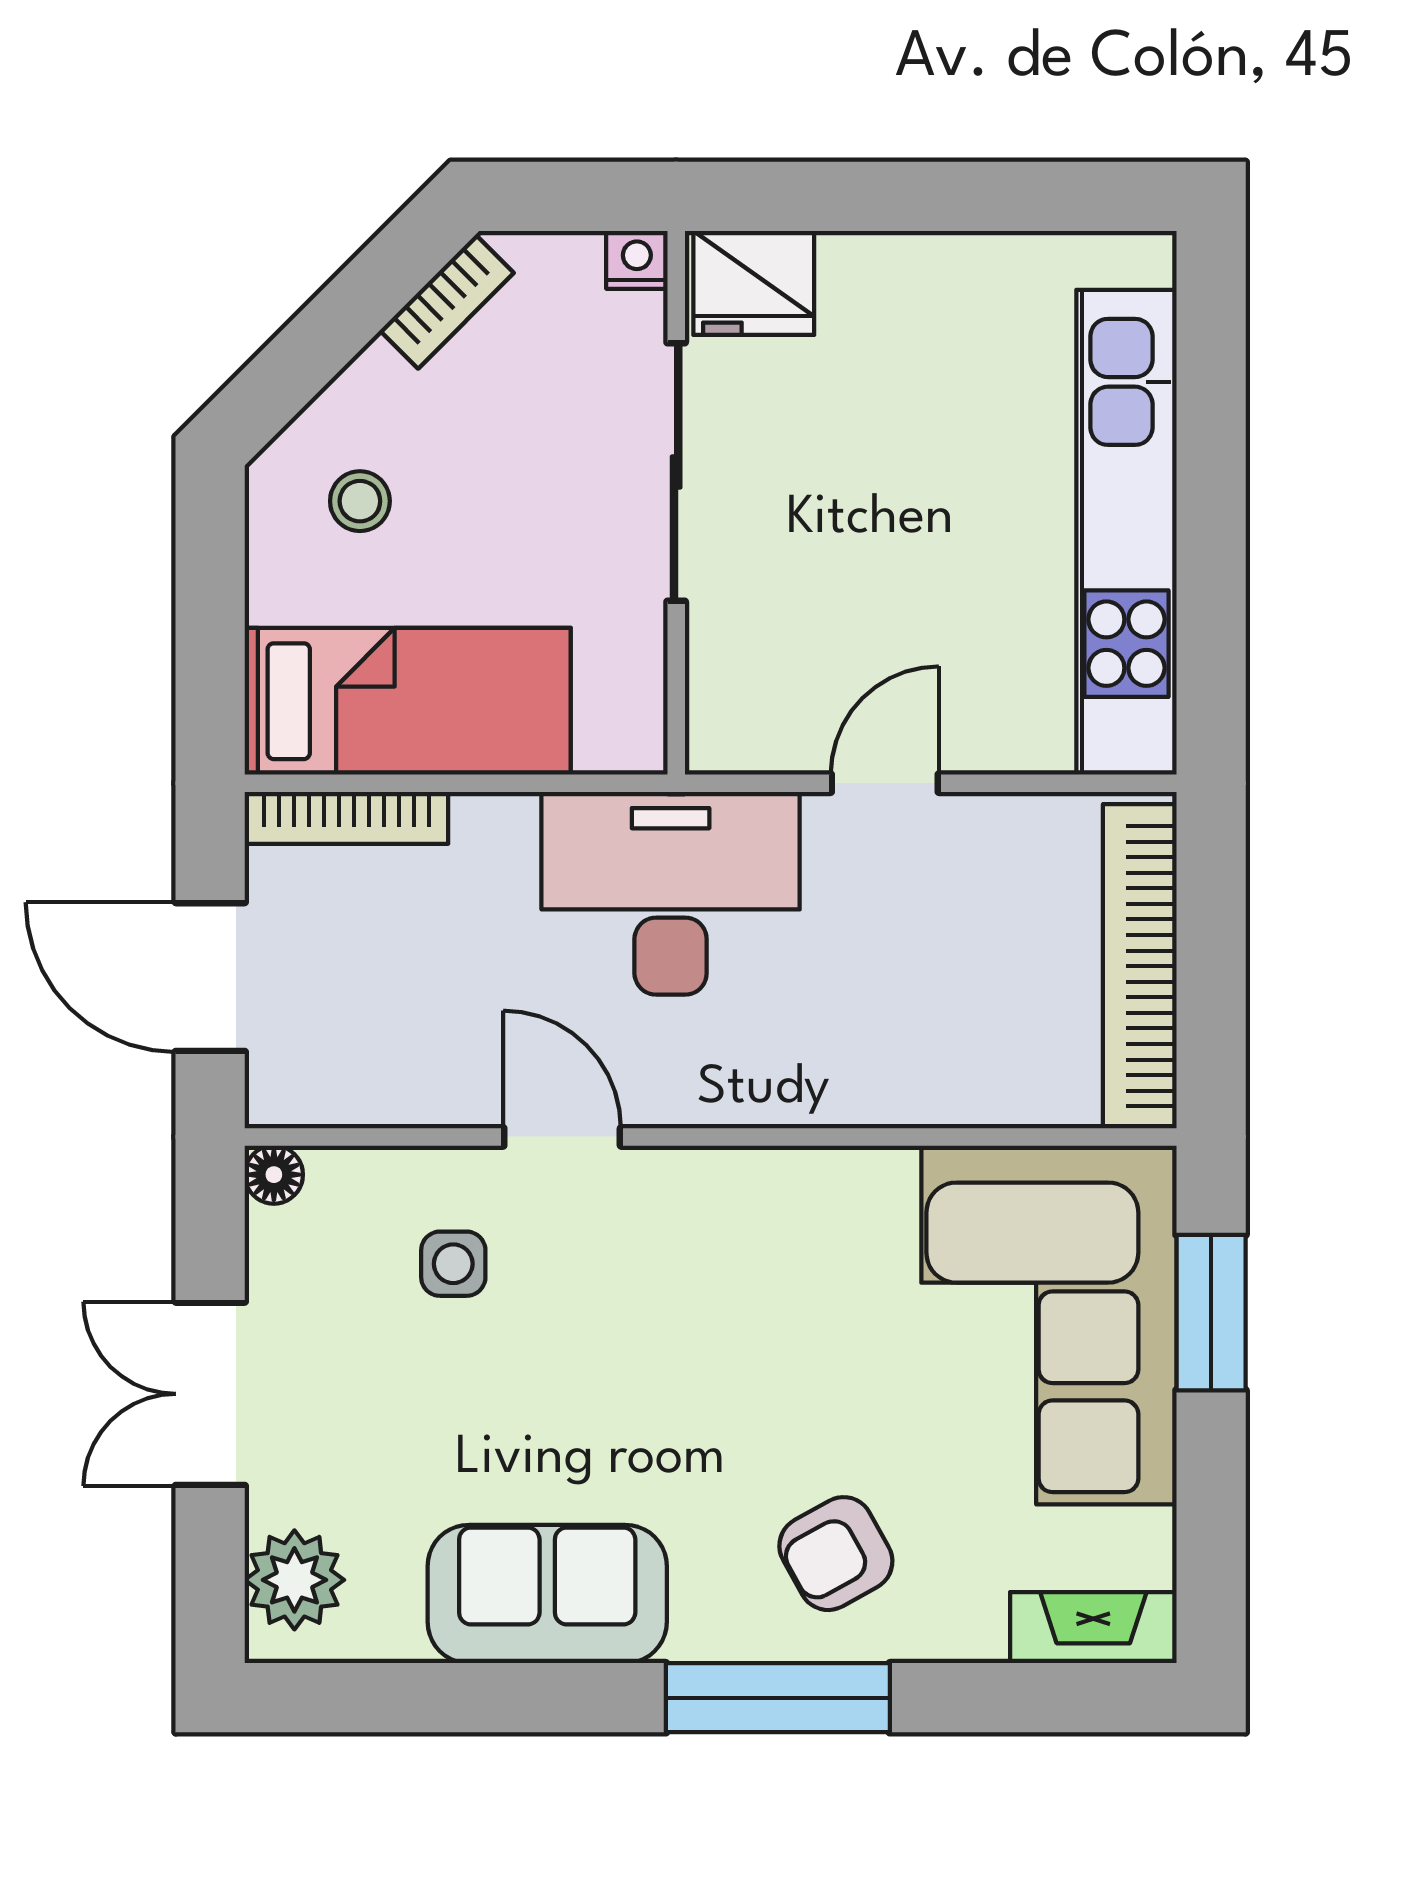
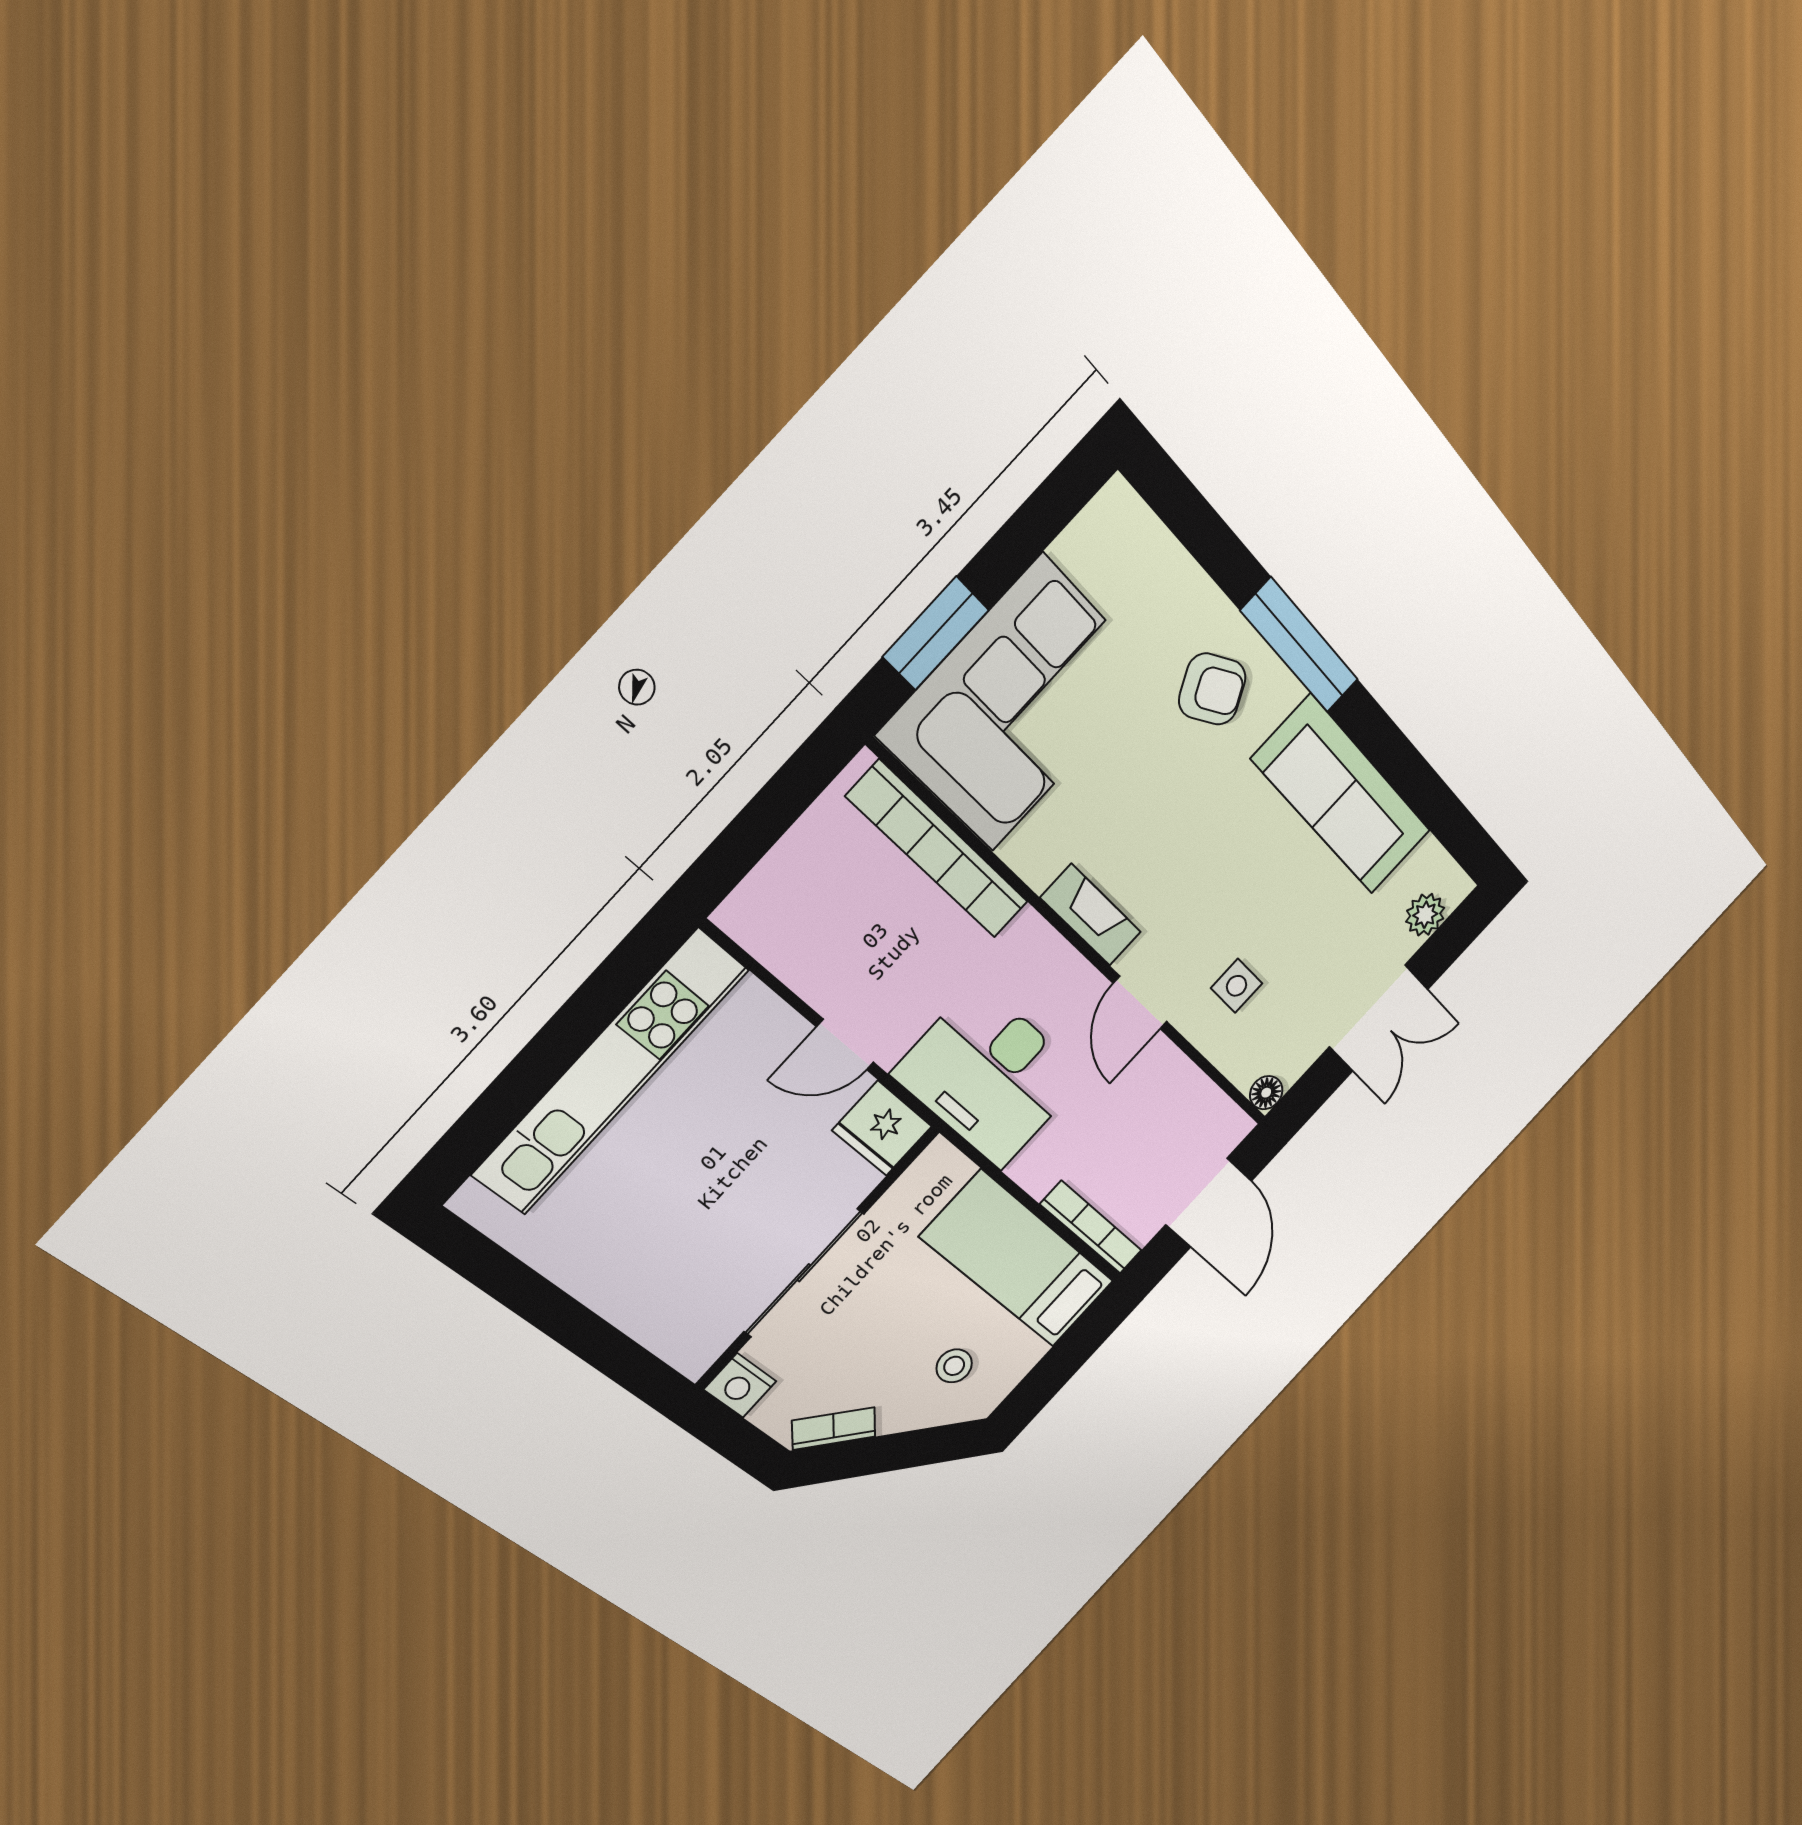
nightstand: (637, 260) -> (740, 1385), width x1.39, depth x1.35
fridge: (754, 283) -> (882, 1128), moved, turned 180
bookcase: (1140, 966) -> (938, 850), moved, turned 90
plant: (294, 1580) -> (1425, 915), width x0.73, depth x0.73
sofa: (547, 1594) -> (1342, 795), width x1.36
fireplace: (1093, 1628) -> (1091, 915), moved, turned 180

